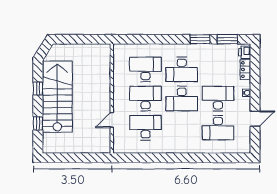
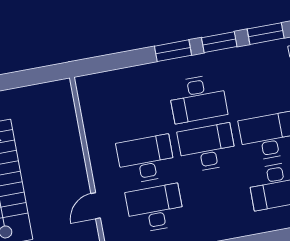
window: (173, 39) -> (173, 51), added
desk: (145, 69) -> (137, 110), removed
desk: (182, 99) -> (207, 148), turned 180

